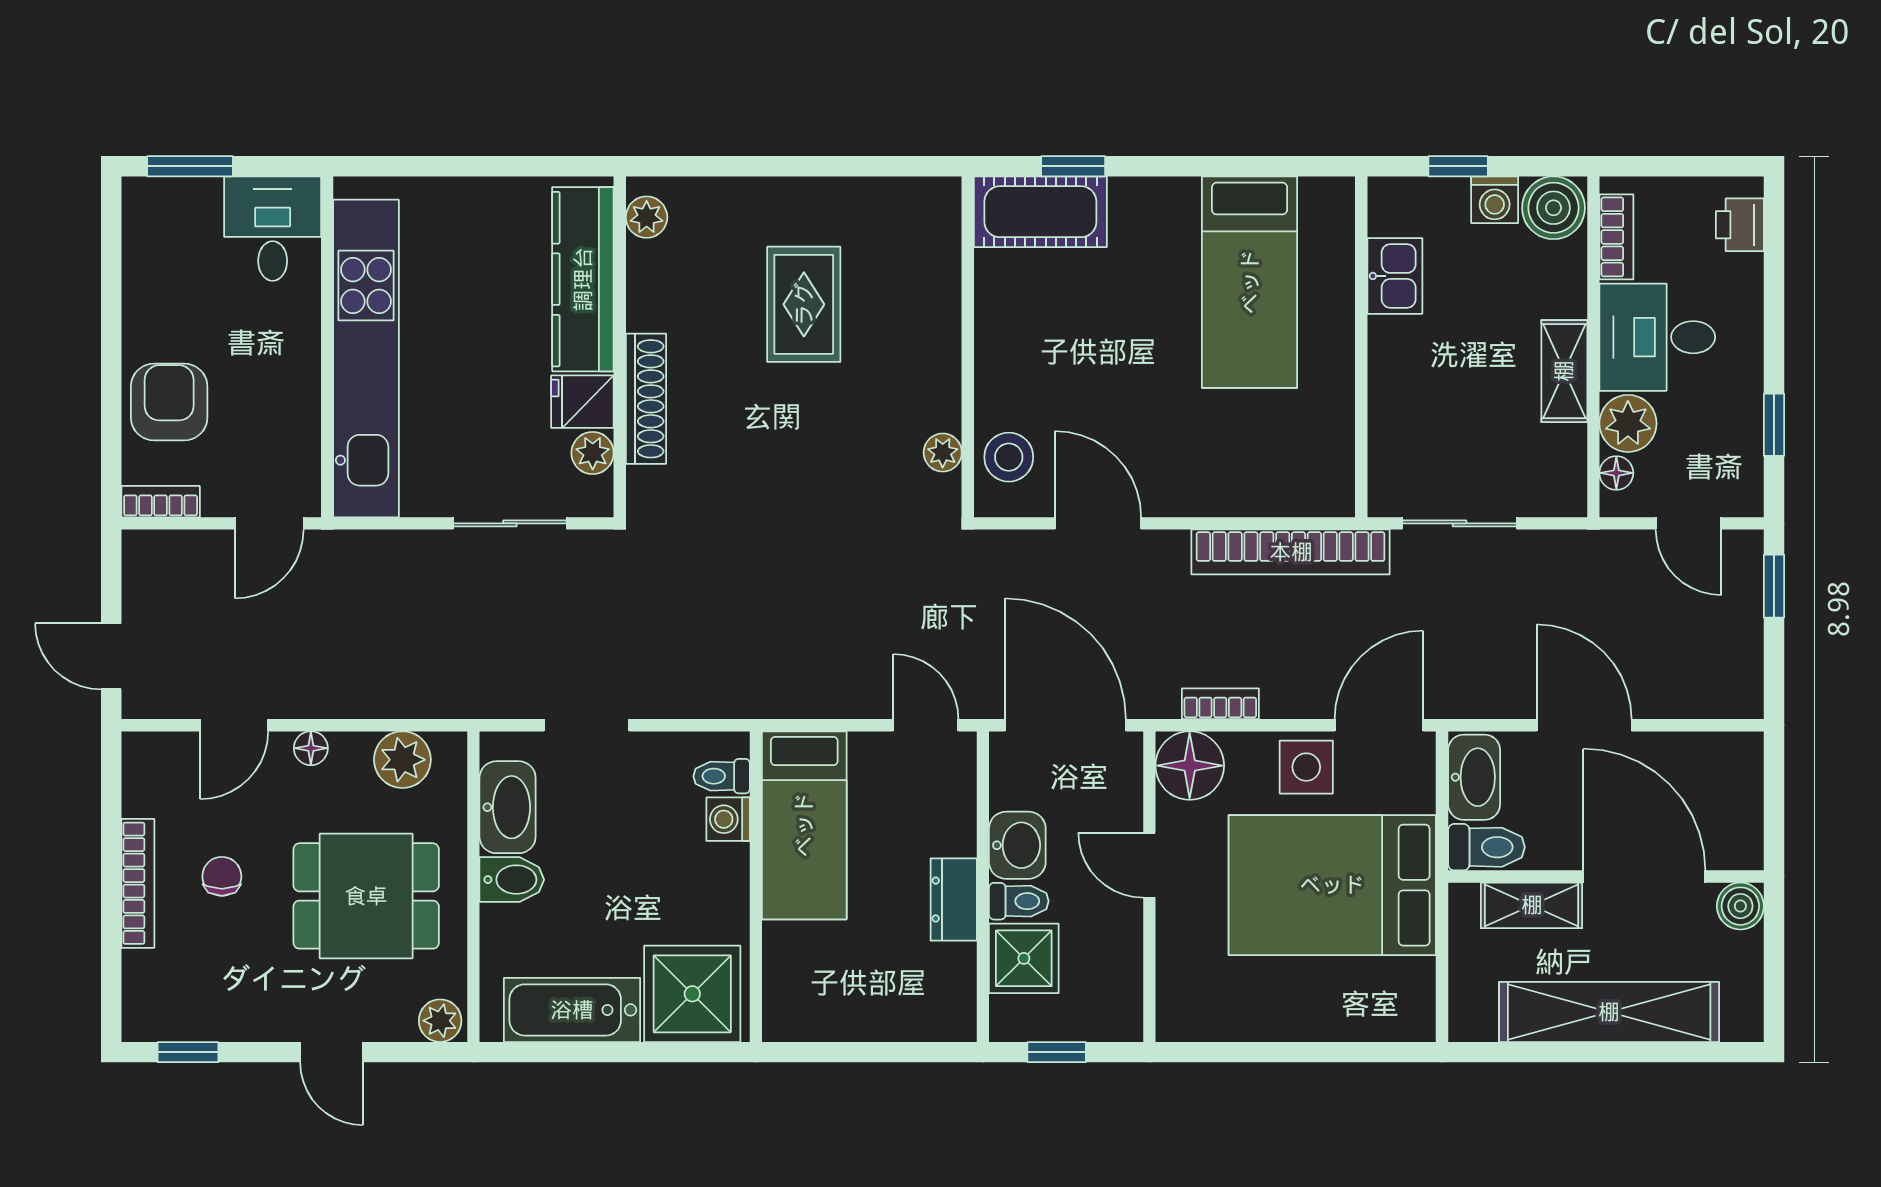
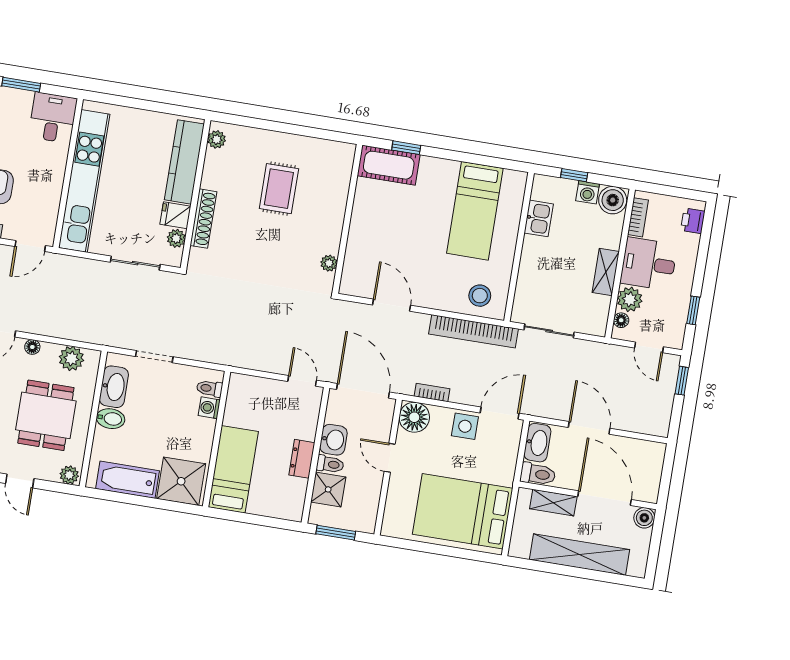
stool: (1009, 457) -> (480, 296), moved
bed: (804, 825) -> (233, 469), moved, turned 180
bed: (1332, 885) -> (463, 511), moved
dining table: (366, 896) -> (46, 415), turned 90
window: (1057, 1052) -> (336, 533), width x1.50

